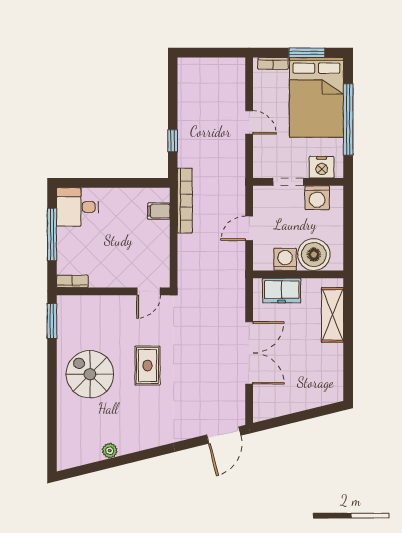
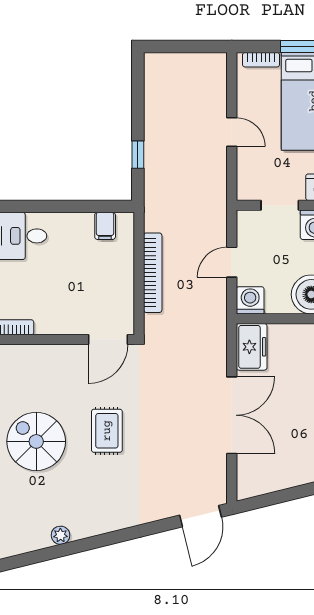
bookcase: (185, 201) -> (153, 273), moved
filing cabinet: (159, 211) -> (105, 226), moved, turned -90
washing machine: (285, 259) -> (250, 300), moved
door: (148, 291) -> (108, 340), width x1.38
freezer: (282, 291) -> (252, 347), moved, turned -90

